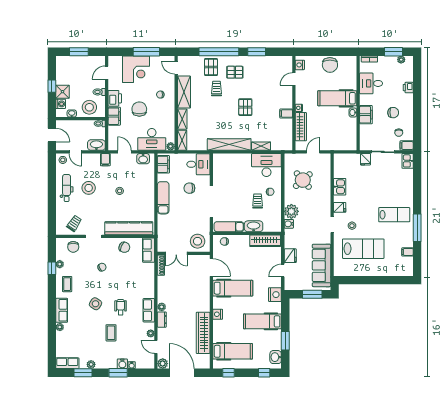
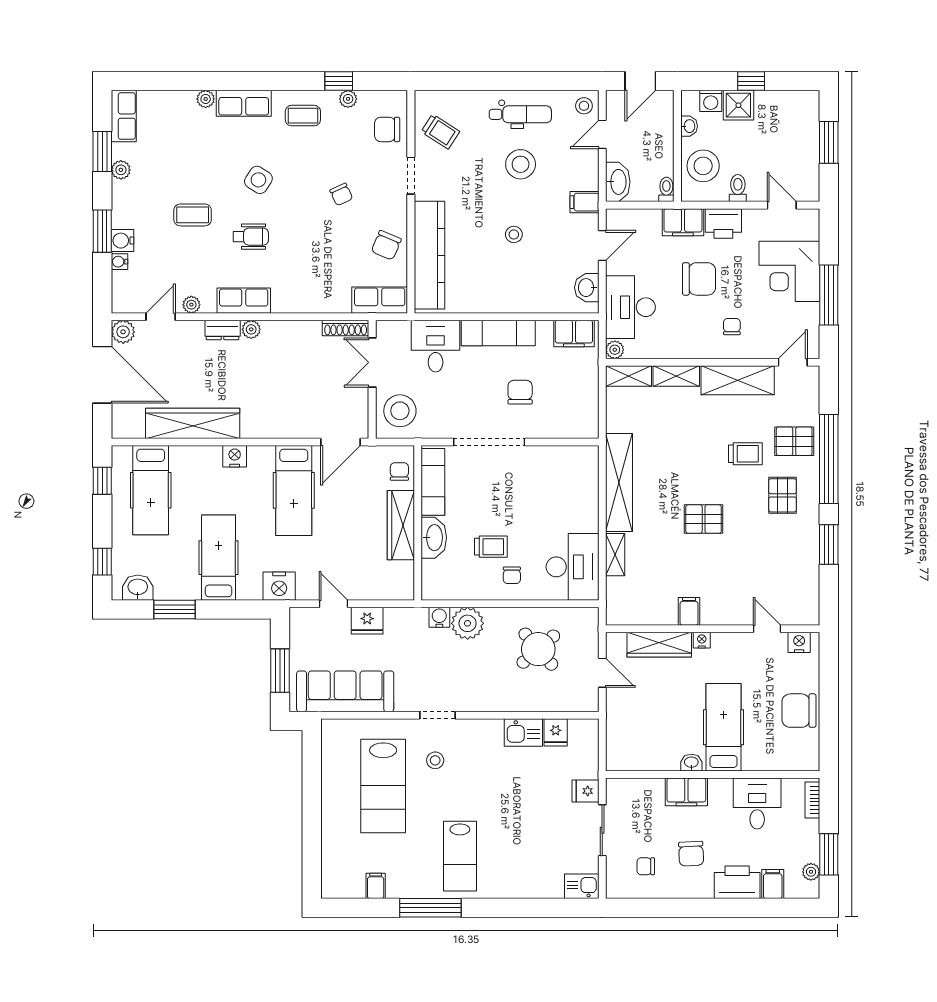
printer: (408, 88) -> (737, 882), width x1.87, depth x1.48
filing cabinet: (407, 146) -> (773, 884), moved
desk: (198, 164) -> (436, 346), moved, turned 180
fridge: (340, 207) -> (556, 732), moved
wardrobe: (265, 241) -> (401, 525), moved
door: (182, 373) -> (102, 375), hinge flipped

